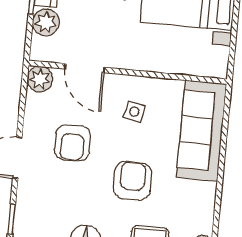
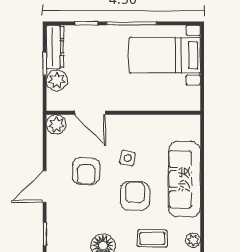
side table: (134, 112) -> (128, 158), moved
sofa: (201, 131) -> (184, 179), moved

